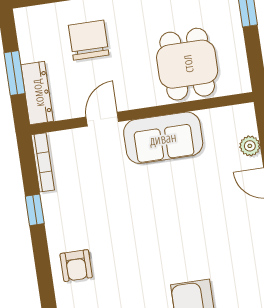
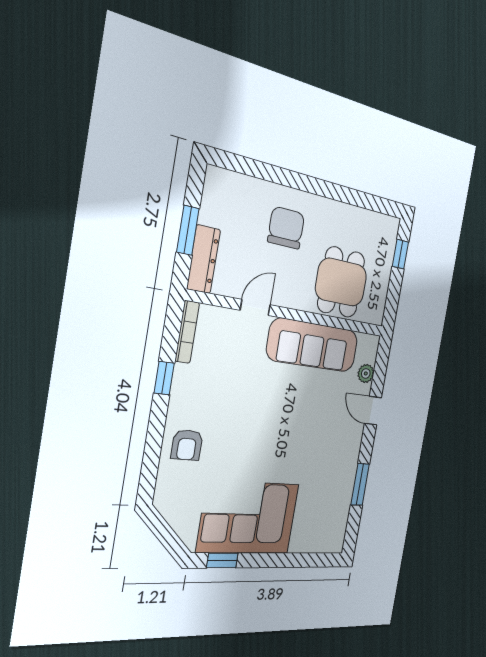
chair: (89, 40) -> (286, 228), moved
sofa: (163, 138) -> (313, 345), width x1.36

